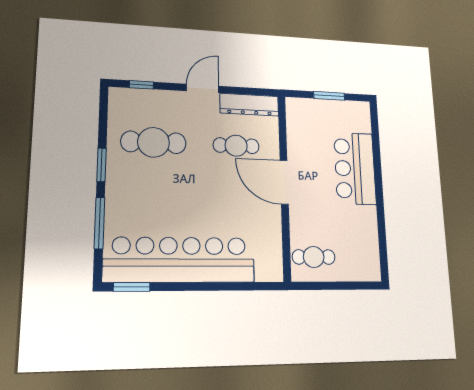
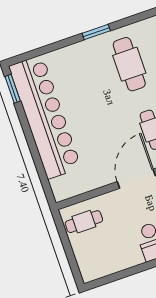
window: (99, 223) -> (51, 48), removed
cafe table: (314, 257) -> (84, 222), turned 90

